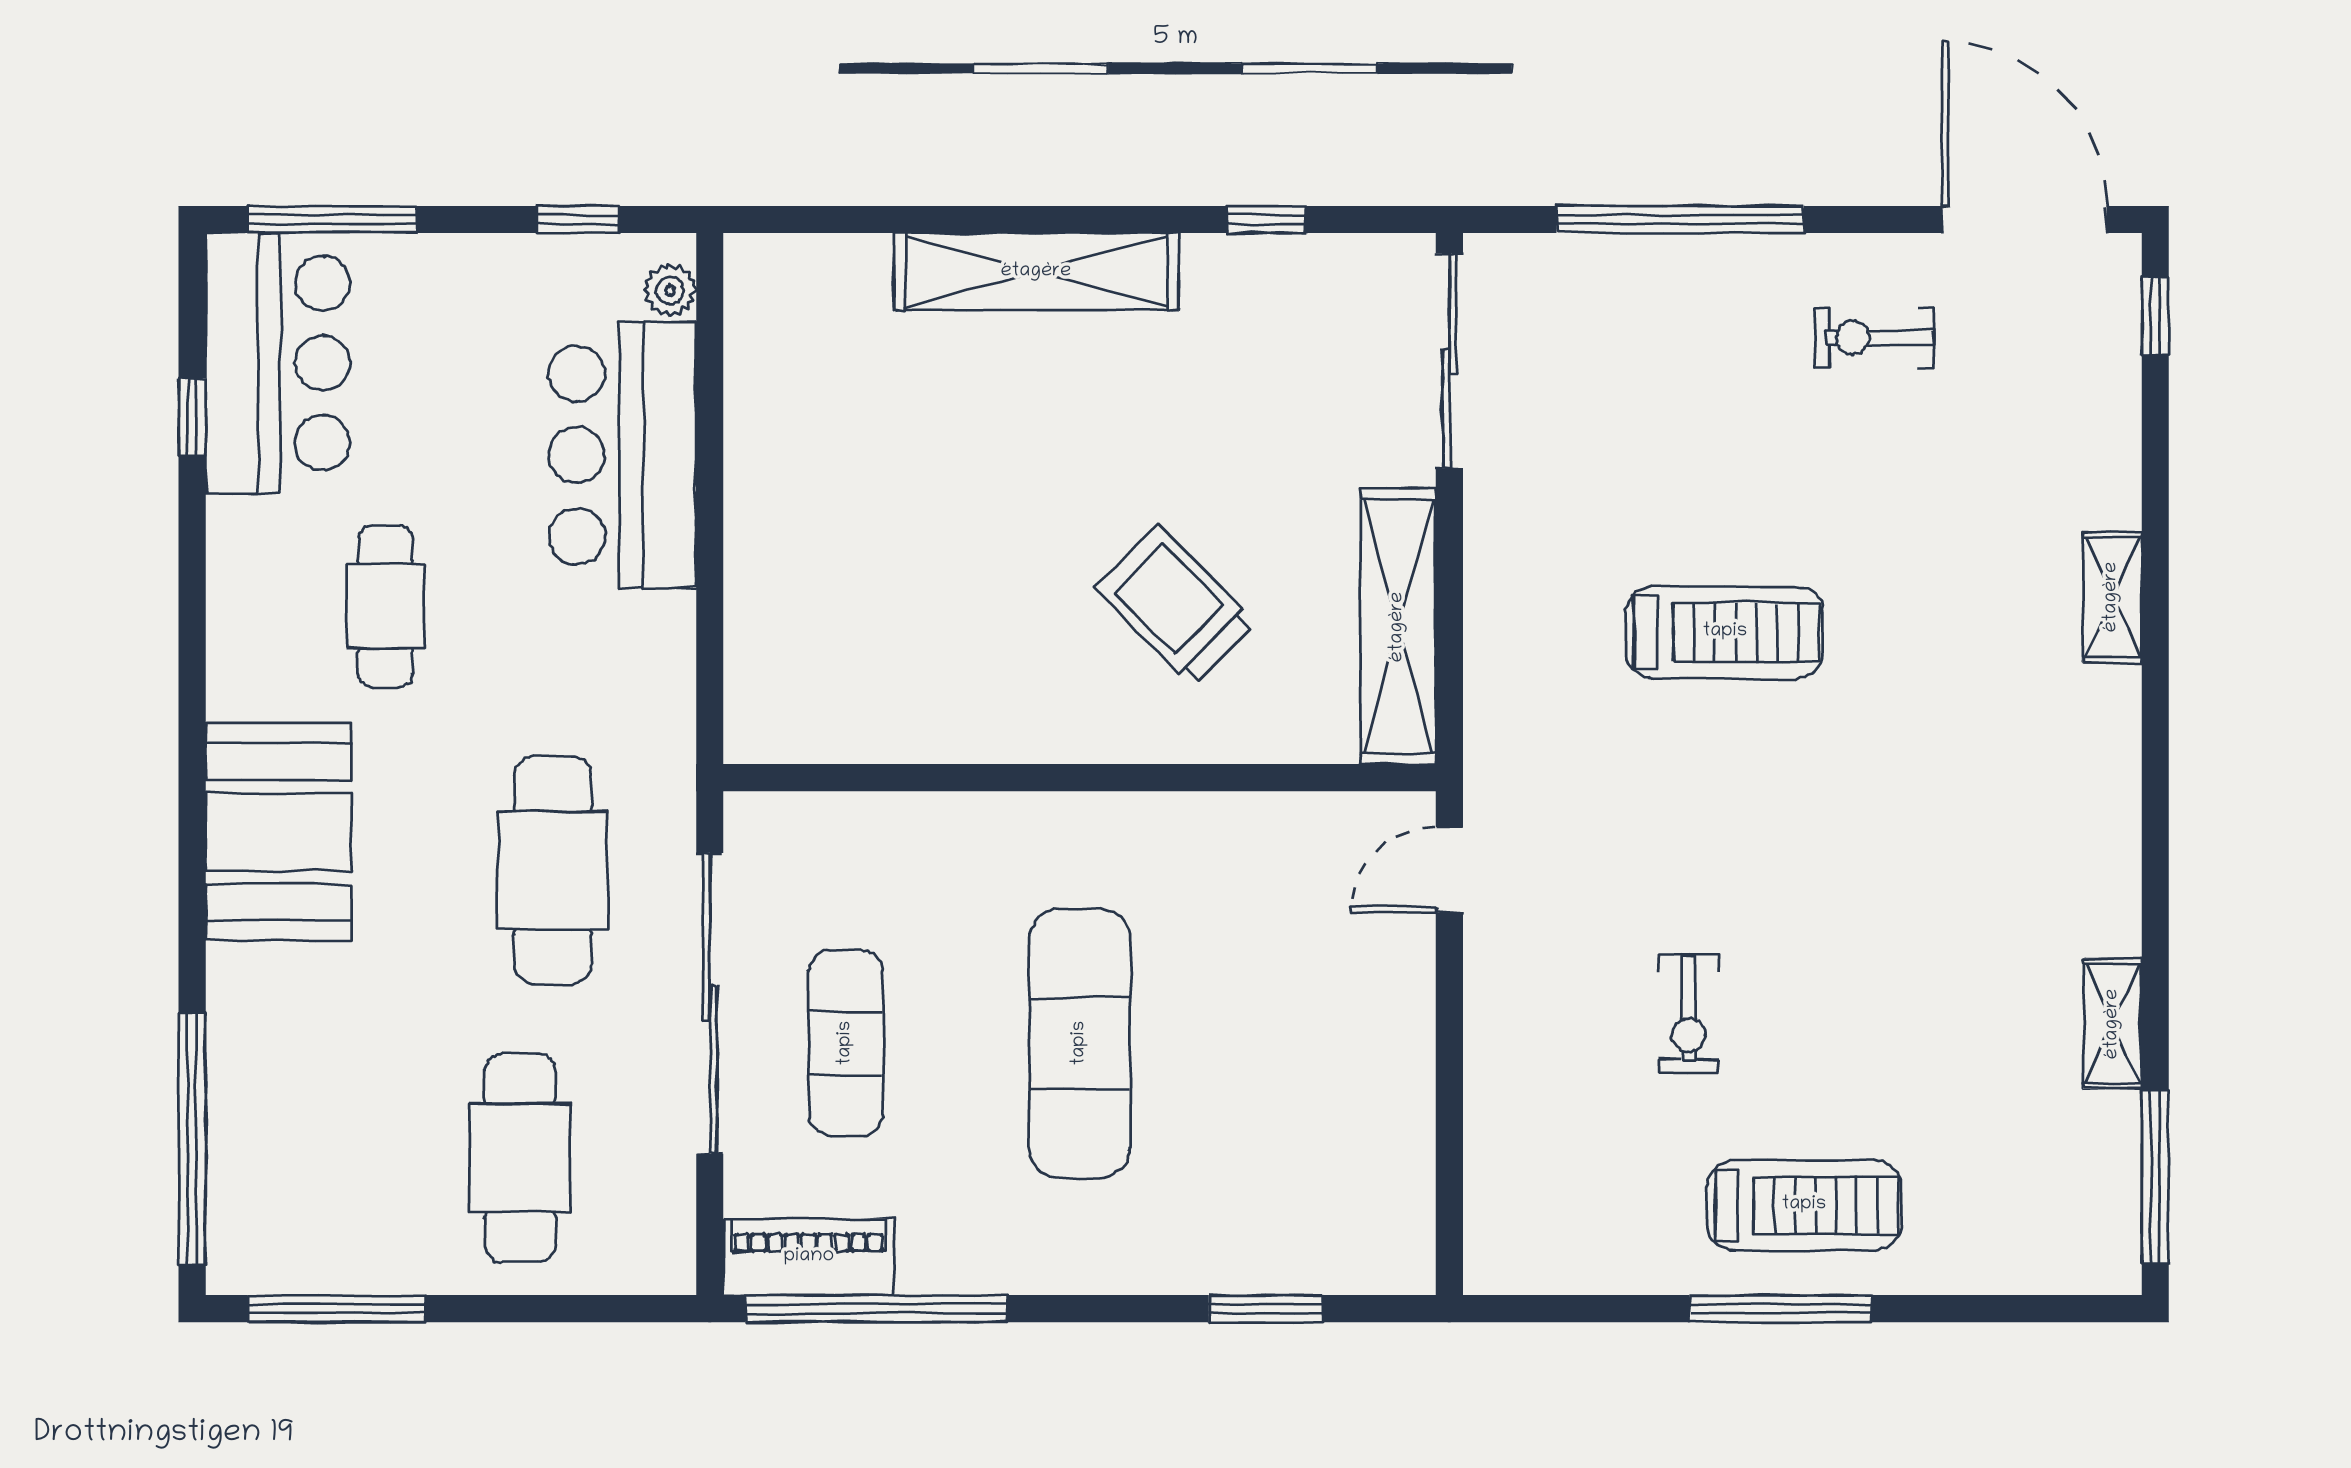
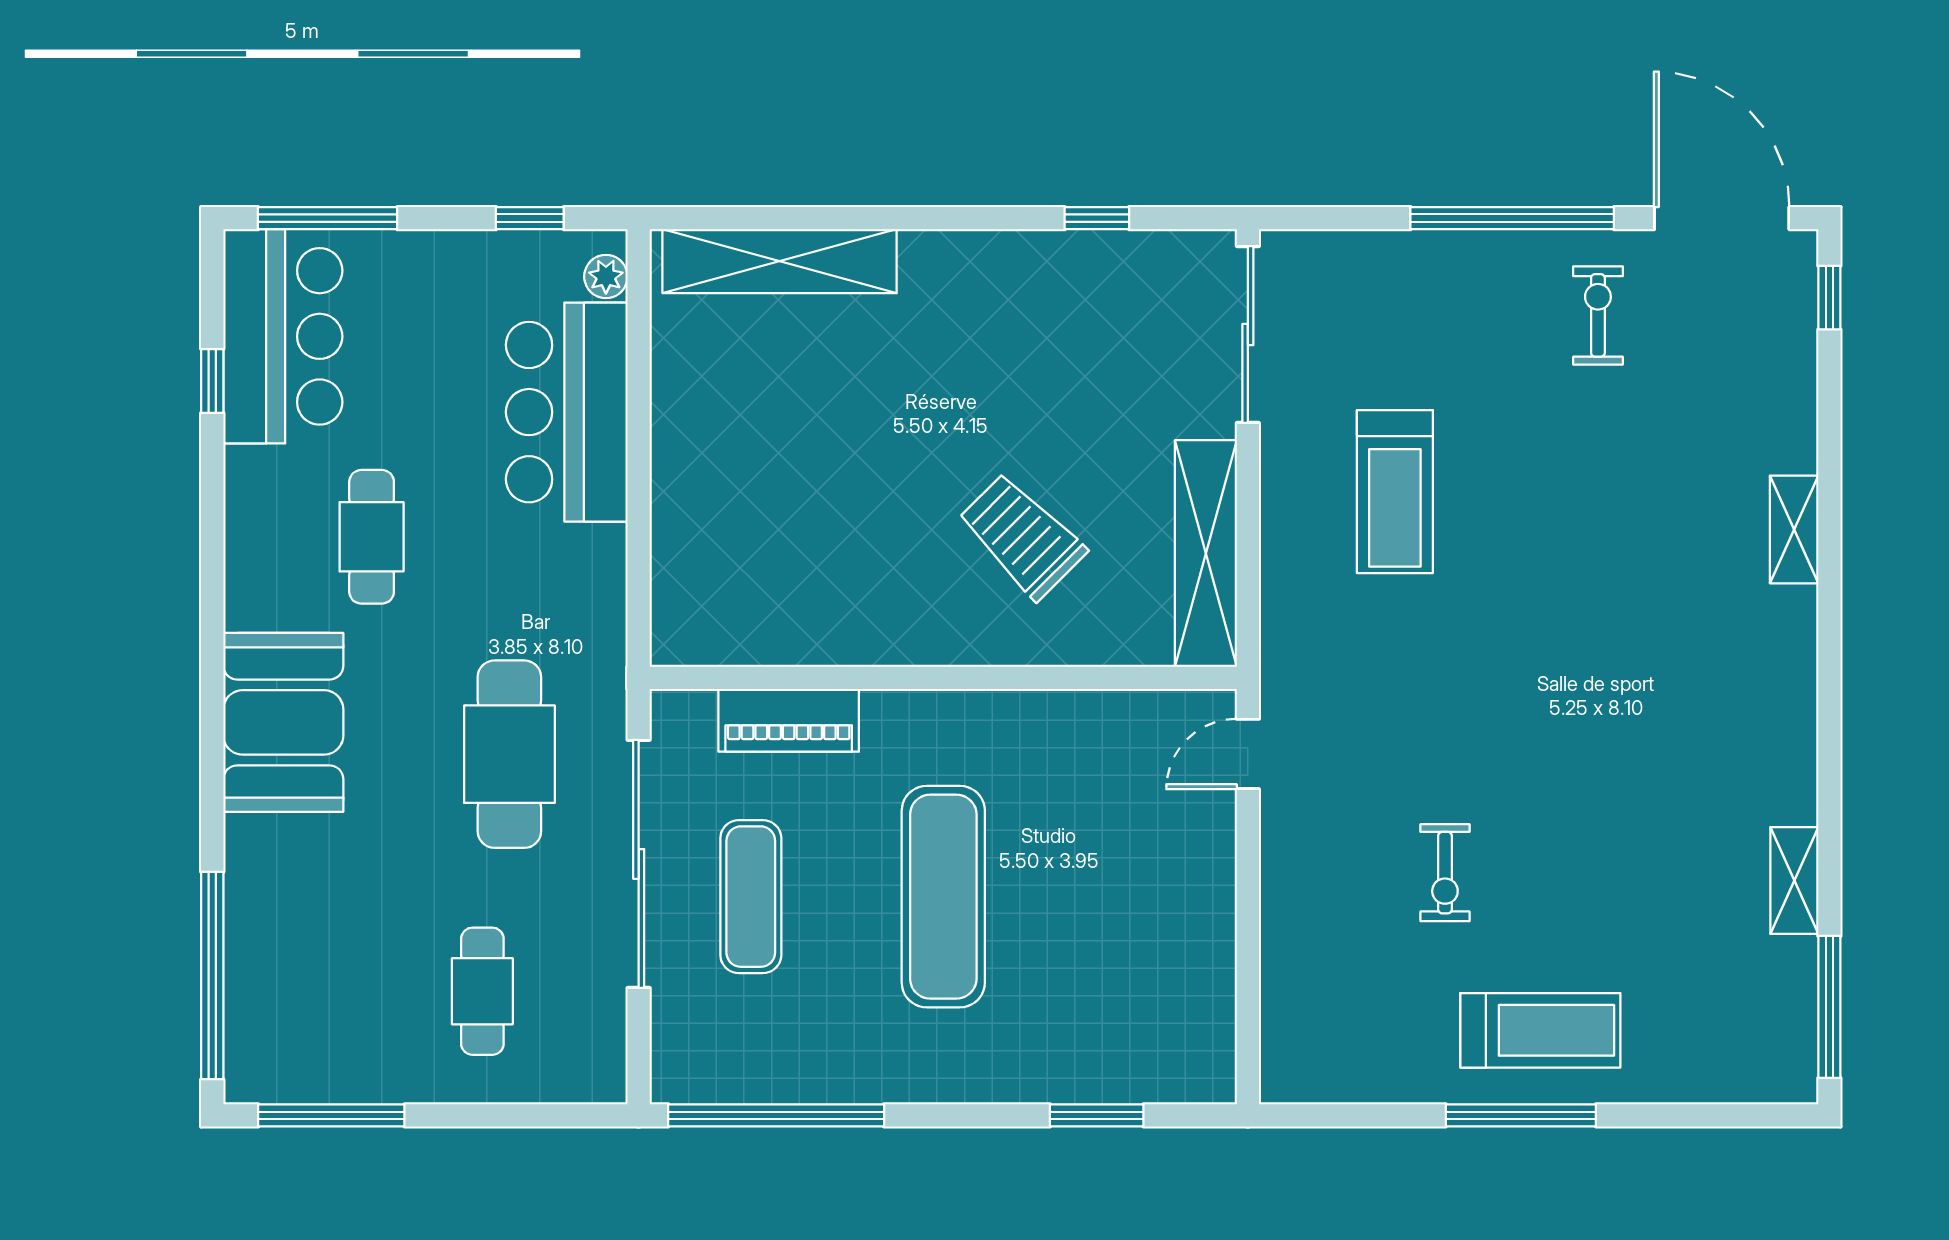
window: (1680, 220) -> (1512, 218), moved
shelving: (1036, 272) -> (780, 261), moved
exercise bike: (1874, 338) -> (1598, 315), turned 90
treadmill: (1725, 632) -> (1395, 492), moved, turned 90
cafe table: (520, 1158) -> (482, 991), width x0.73, depth x0.74
piano: (809, 1257) -> (789, 720), moved, turned 180

